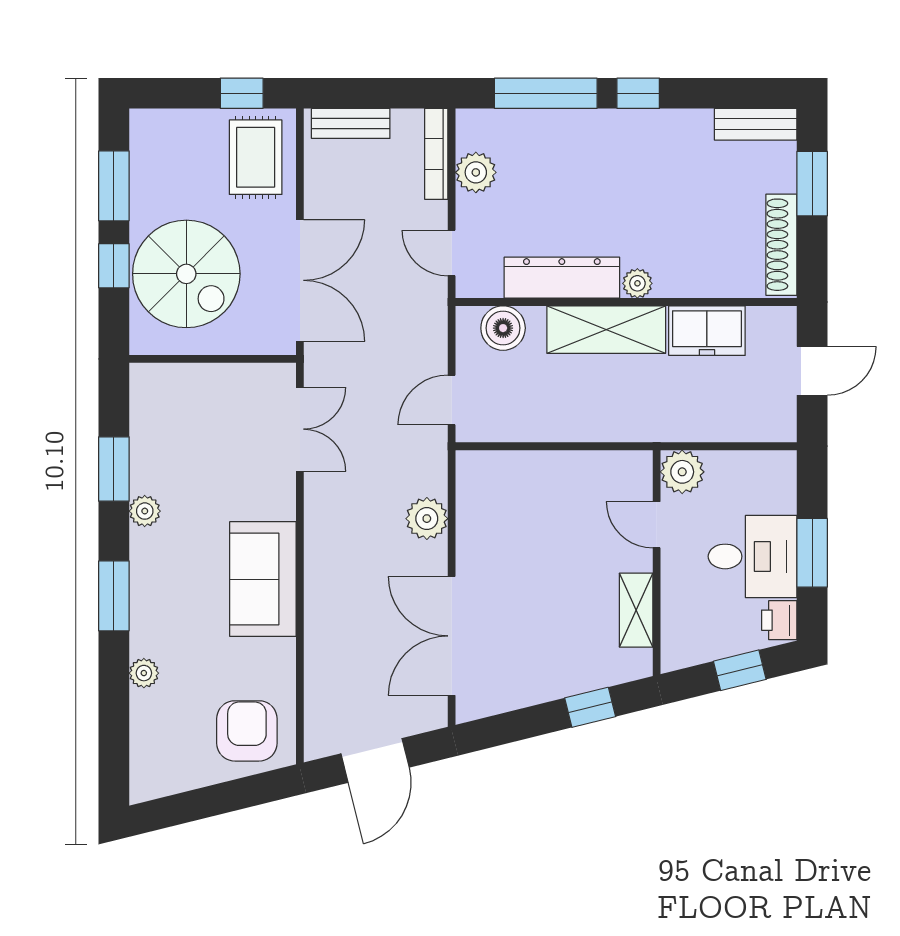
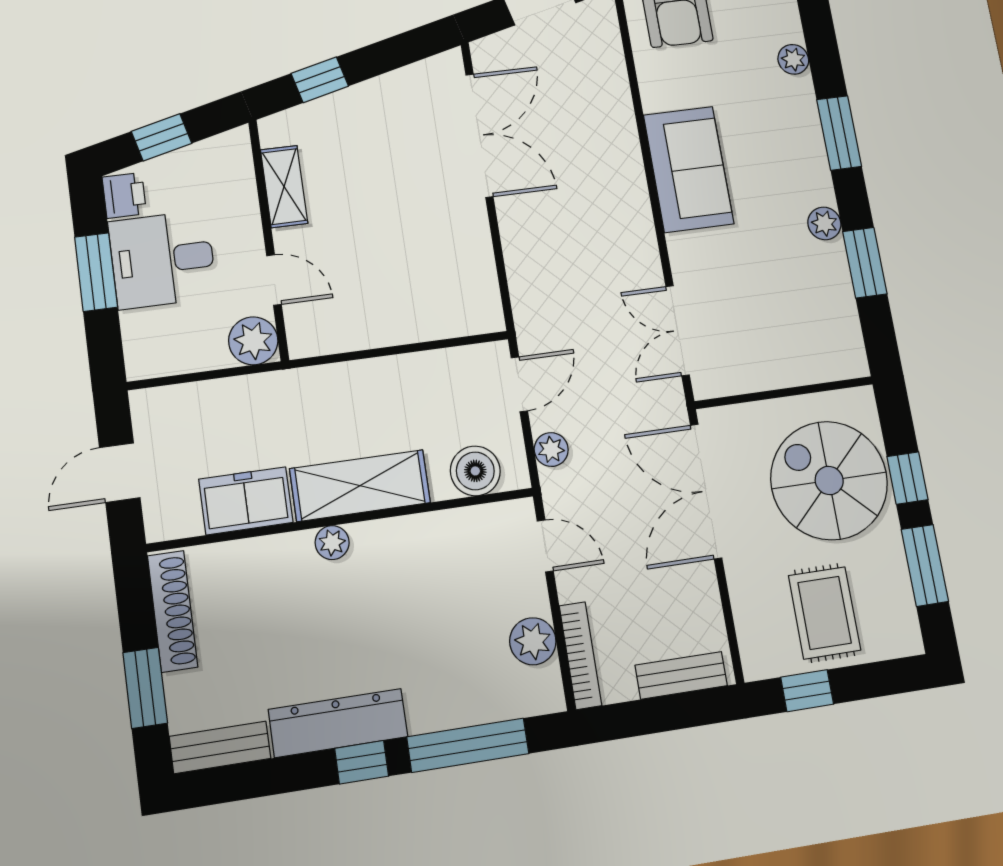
rug: (256, 157) -> (824, 613), moved
dresser: (562, 278) -> (338, 723), moved, turned 180
plant: (427, 519) -> (551, 450), moved, width x0.73, depth x0.73

